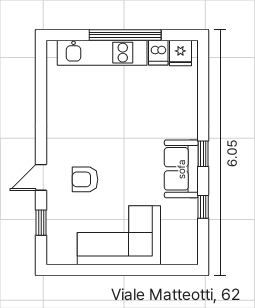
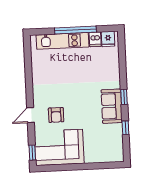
armchair: (85, 179) -> (56, 115), turned -90
window: (41, 223) -> (32, 153), moved
corner sofa: (119, 235) -> (59, 147), moved

